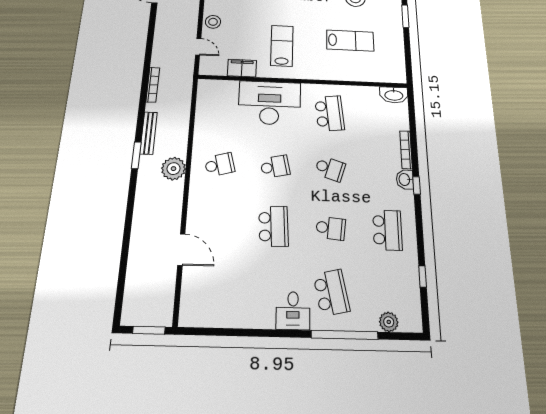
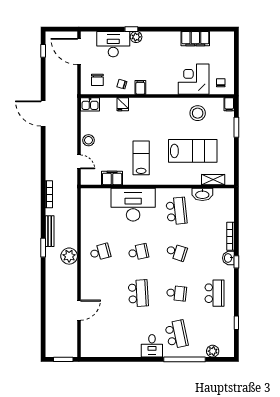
lab bench: (350, 41) -> (193, 151), width x1.36, depth x1.39
shelving: (378, 76) -> (213, 180), added
washbasin: (394, 95) -> (202, 194), moved
door: (181, 250) -> (79, 310), hinge flipped

